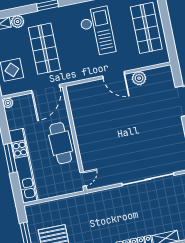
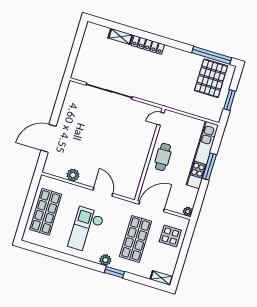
plant: (18, 22) -> (105, 260), moved
door: (114, 75) -> (103, 192), moved
cafe table: (61, 143) -> (163, 157), width x0.73, depth x0.74

